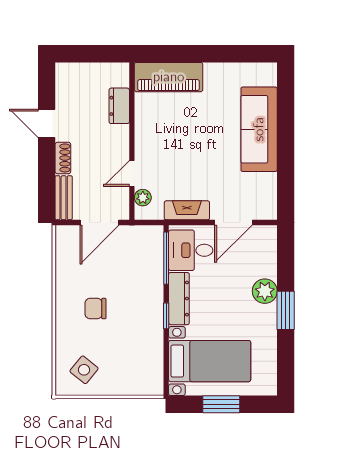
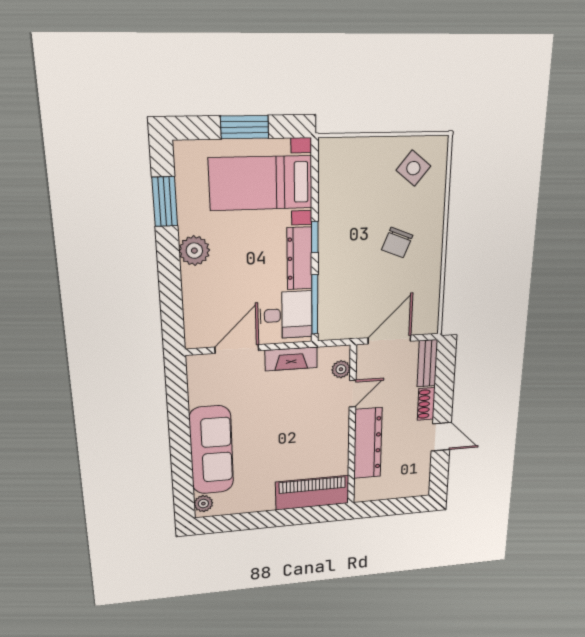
plant: (269, 76) -> (203, 504), added
dresser: (119, 106) -> (368, 443), width x1.96, depth x1.24
plant: (265, 291) -> (194, 251), moved
chair: (96, 309) -> (397, 243), turned 112
window: (286, 310) -> (165, 202), moved

